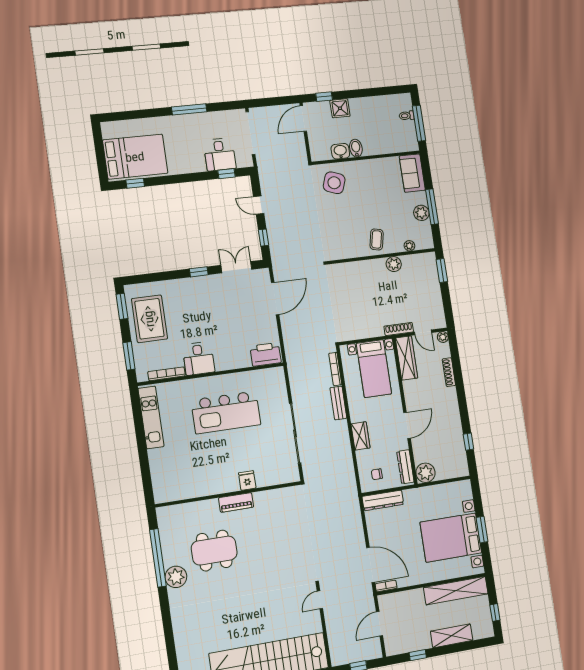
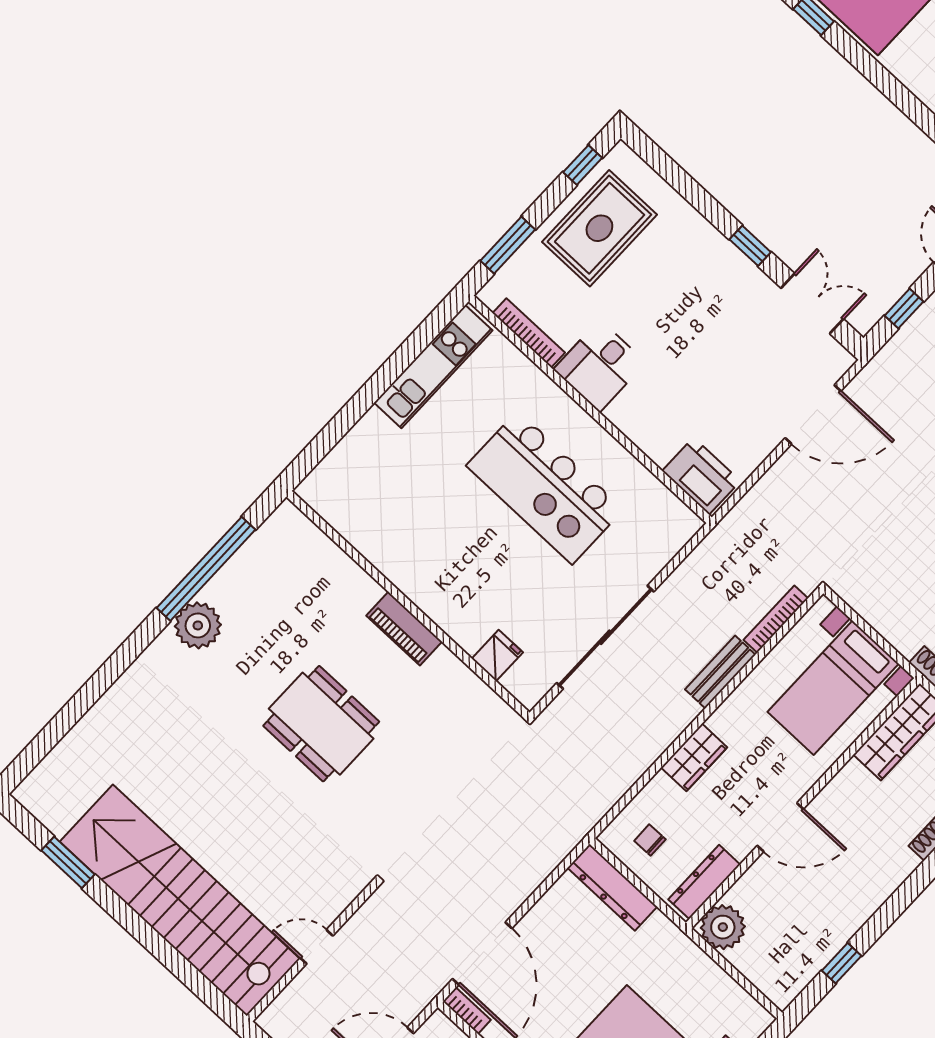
window: (122, 306) -> (583, 165), width x0.67
fridge: (247, 480) -> (497, 656), moved
dining table: (214, 551) -> (321, 724), moved
door: (320, 600) -> (317, 947), moved

